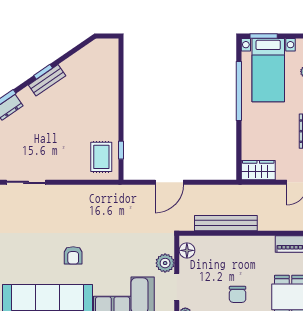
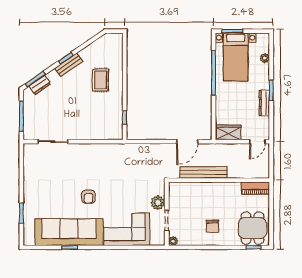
rug: (101, 157) -> (101, 80), moved
door: (169, 182) -> (187, 142), moved
floor lamp: (187, 250) -> (174, 193), removed

